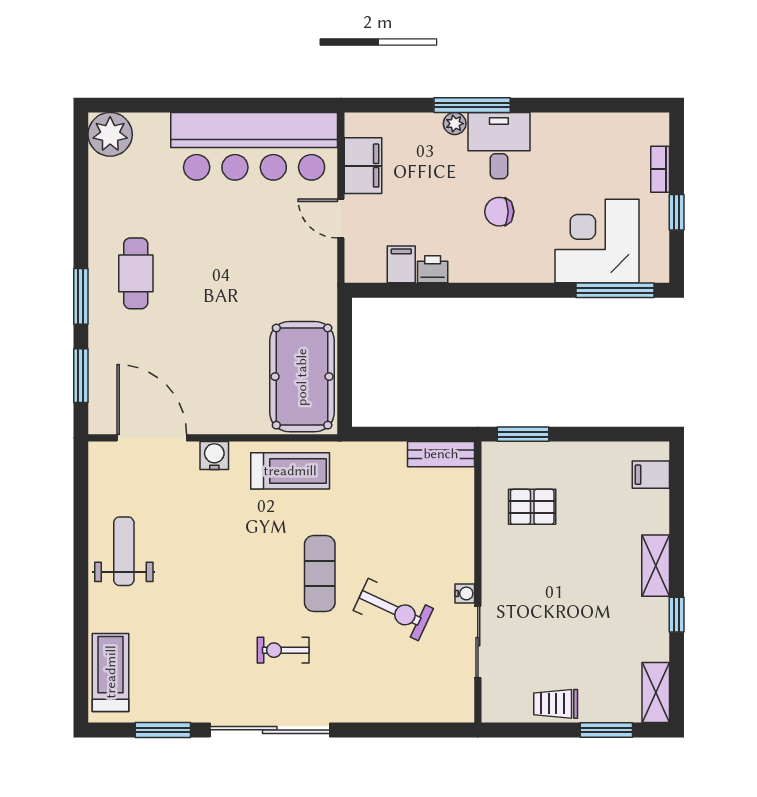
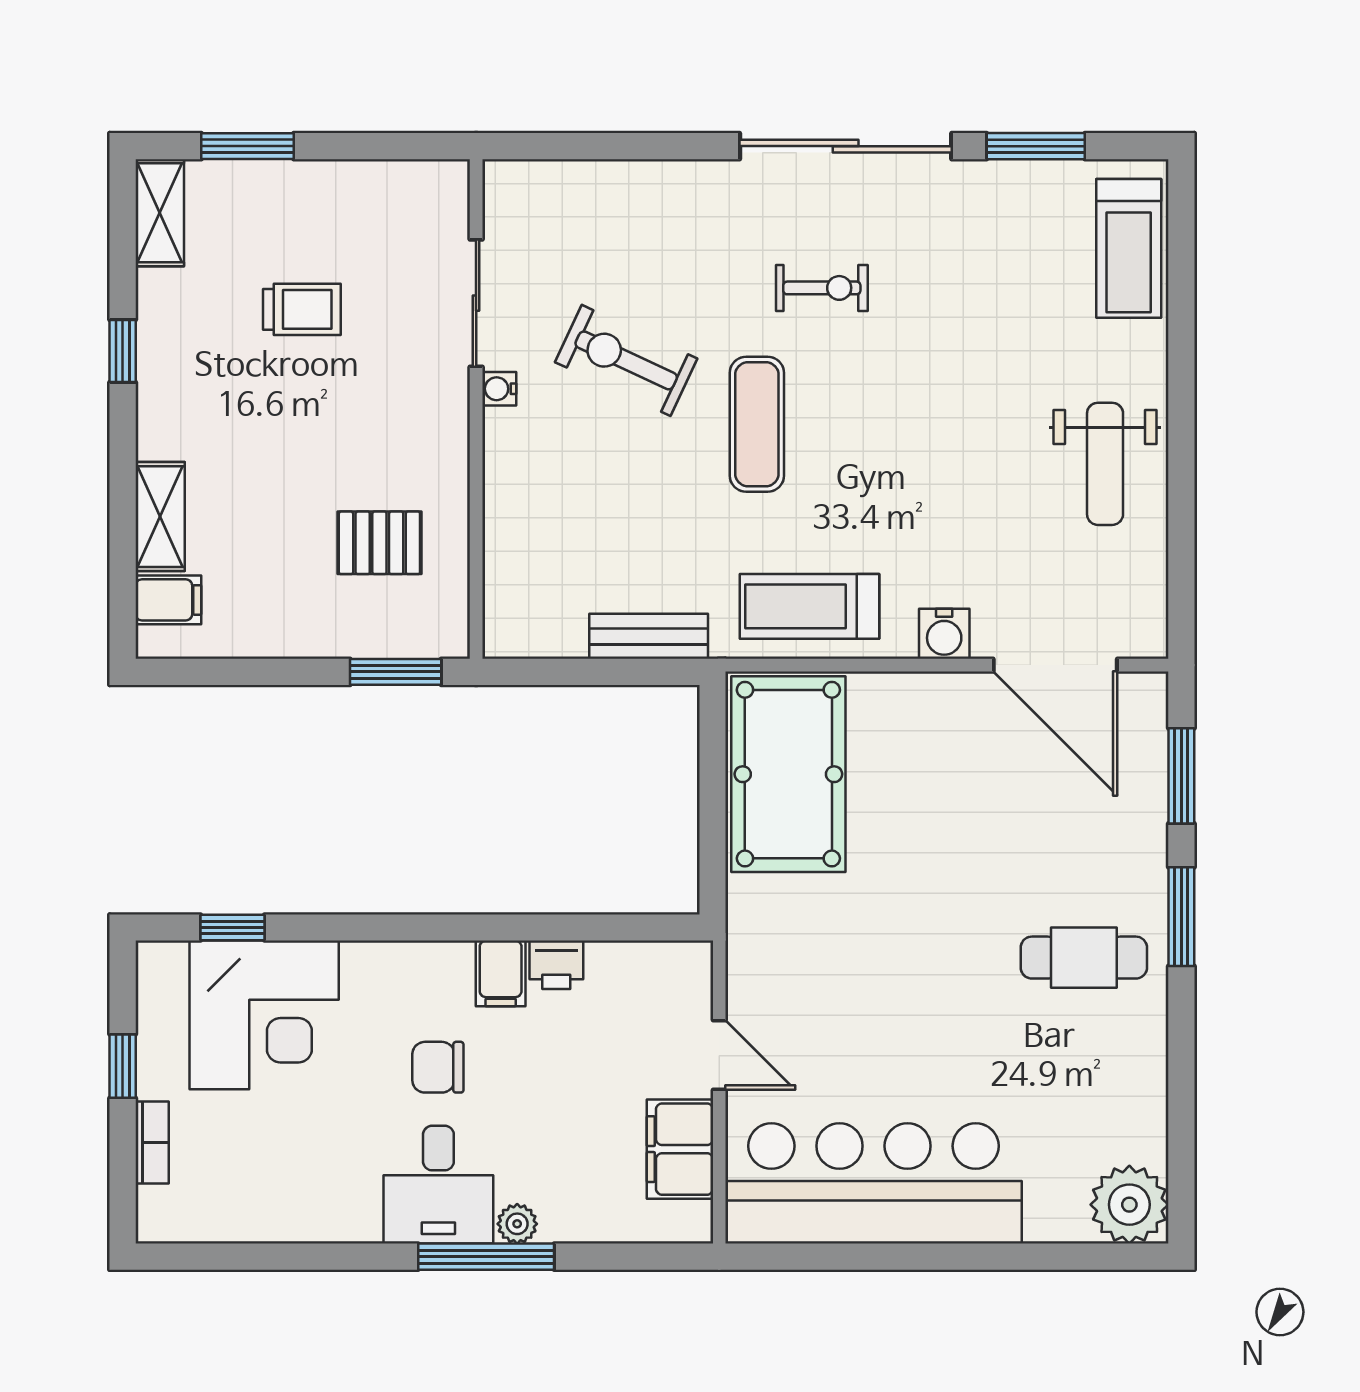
chair: (499, 212) -> (438, 1067), turned 180
filing cabinet: (401, 264) -> (501, 973), moved
cafe table: (136, 273) -> (1084, 958), turned 90
window: (615, 290) -> (232, 928), width x0.46
bench: (441, 454) -> (649, 636), moved
shelving: (656, 566) -> (160, 517), moved
trolley: (556, 704) -> (302, 309), moved

